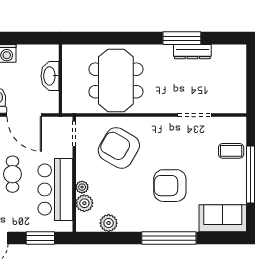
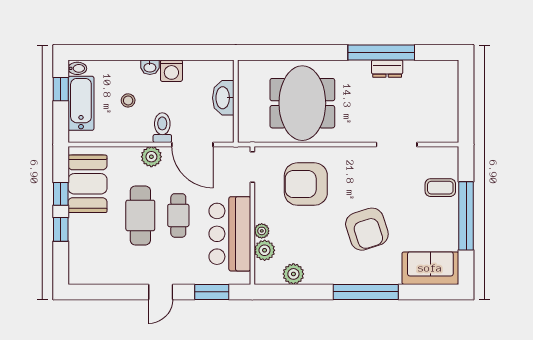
window: (182, 38) -> (381, 52), width x1.46
dresser: (192, 52) -> (387, 69), width x0.70
armchair: (119, 148) -> (306, 184), turned -30
armchair: (170, 186) -> (367, 229), turned -108

